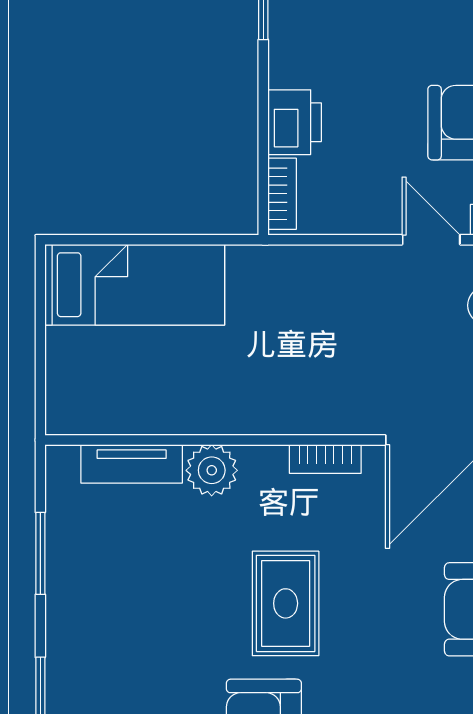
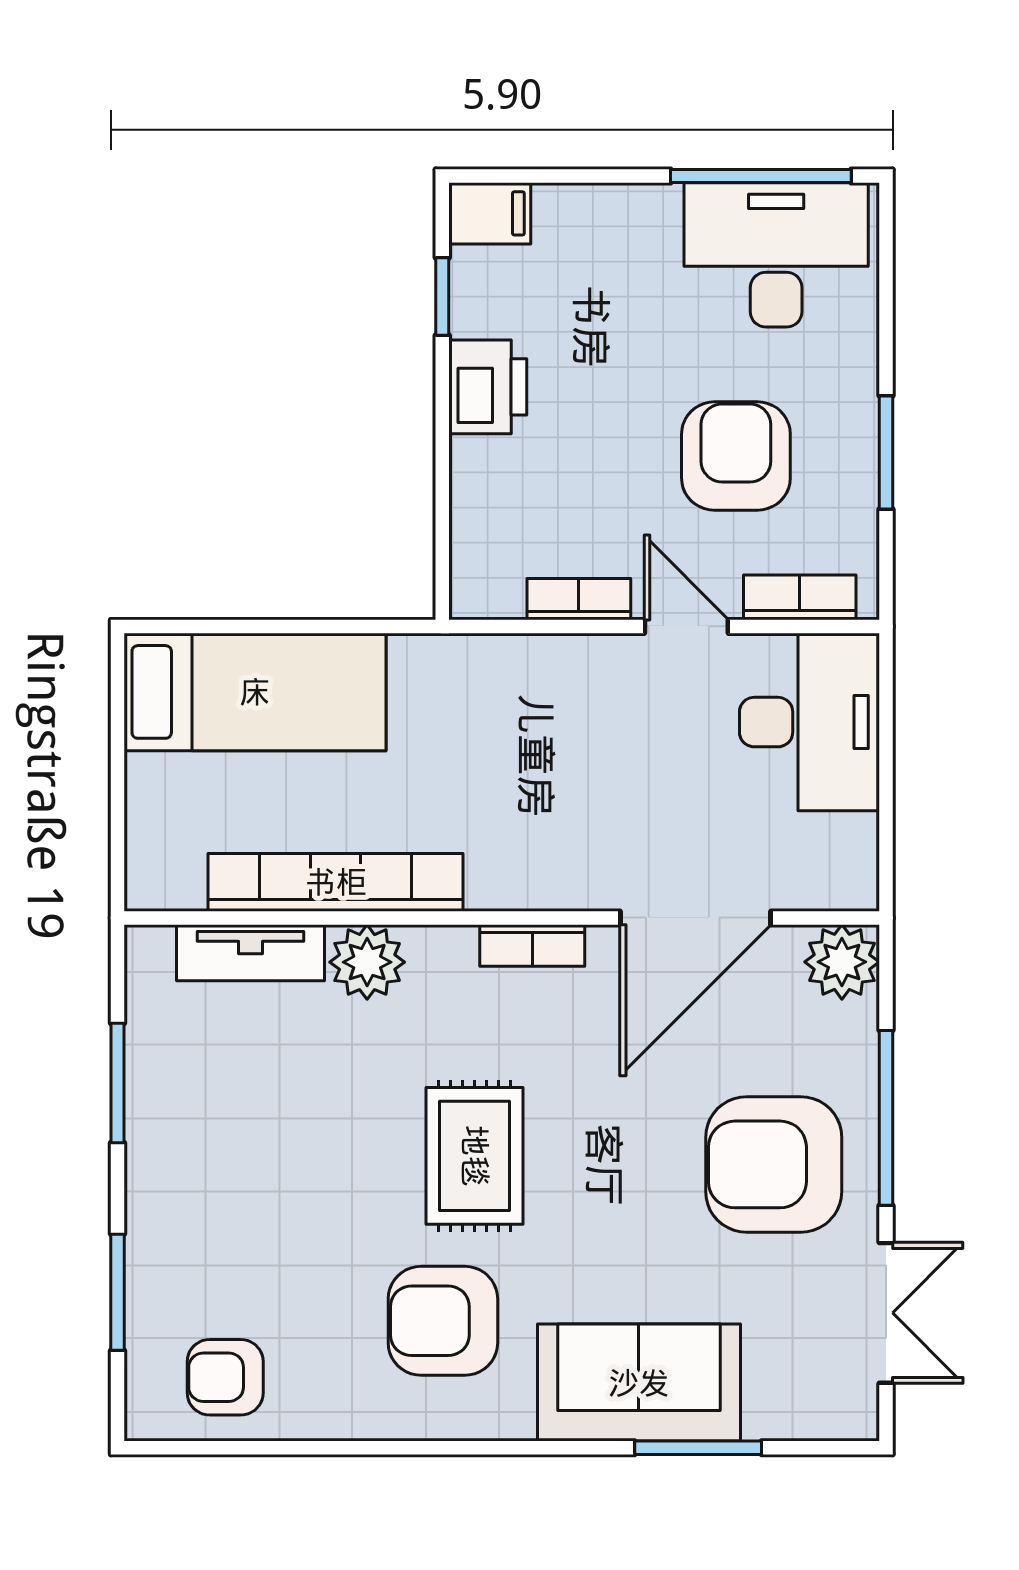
printer: (295, 122) -> (488, 387), moved
bookcase: (282, 194) -> (579, 599), moved, turned -90
bookcase: (190, 416) -> (336, 882), added

